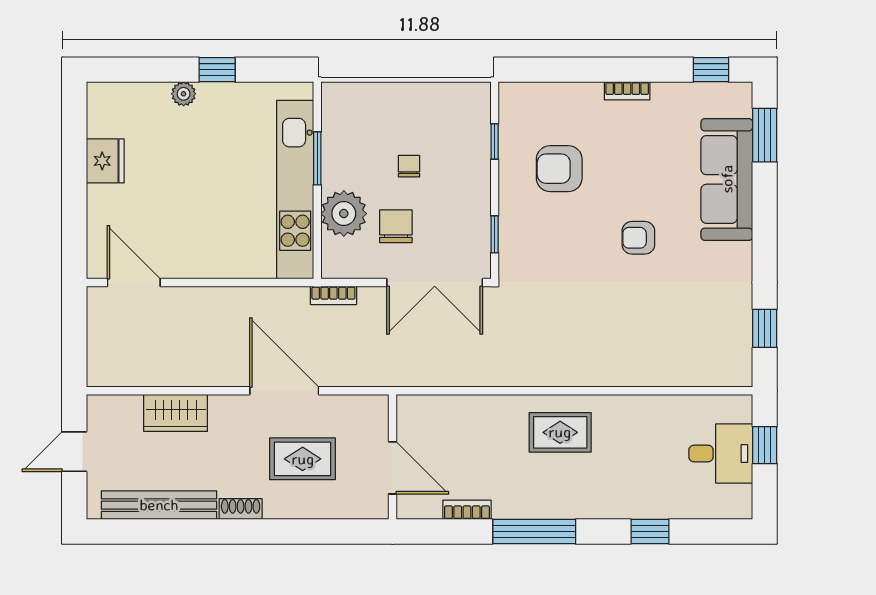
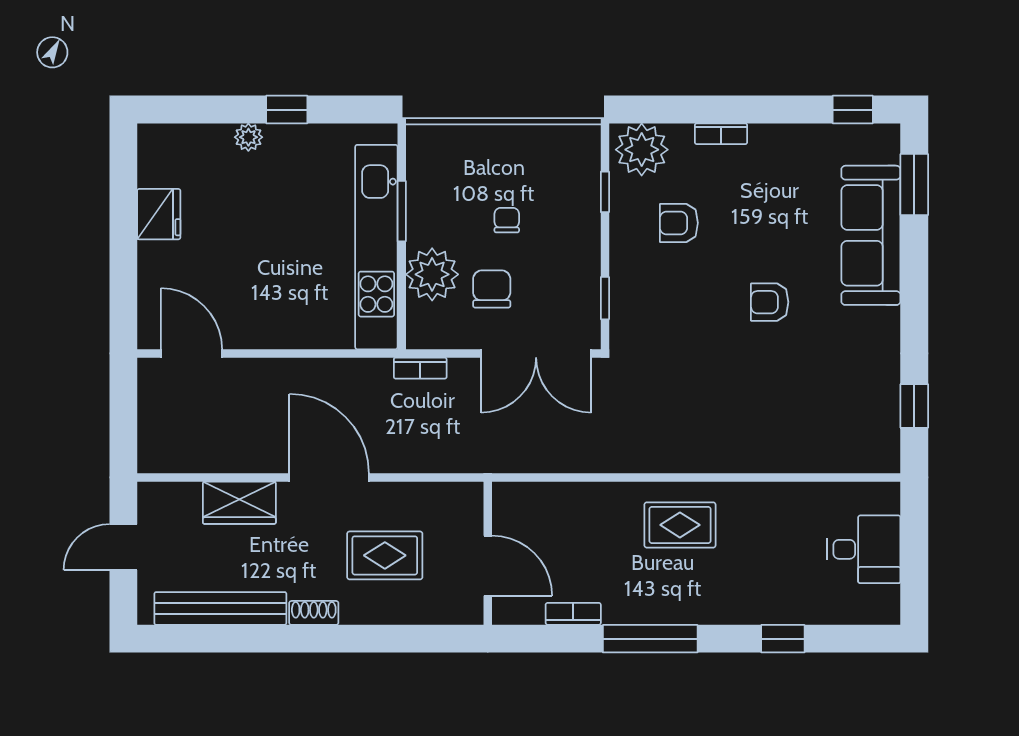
bookcase: (627, 91) -> (721, 134), moved
plant: (527, 105) -> (642, 150), added
armchair: (559, 169) -> (679, 223), width x0.72, depth x0.72
door: (284, 391) -> (329, 477), moved
window: (765, 445) -> (914, 540), removed

